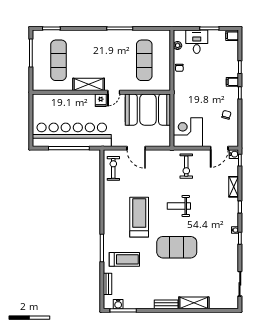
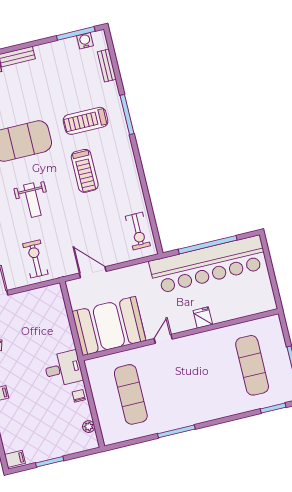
desk: (197, 42) -> (63, 369), moved, turned -90
shelving: (89, 84) -> (201, 341), removed
fridge: (101, 100) -> (203, 317), moved
corner desk: (188, 132) -> (45, 308), removed
door: (136, 148) -> (93, 272), moved
weight bench: (179, 206) -> (32, 200), turned 90
treadmill: (139, 217) -> (85, 171), width x0.73, depth x0.73
treadmill: (124, 259) -> (86, 121), moved

